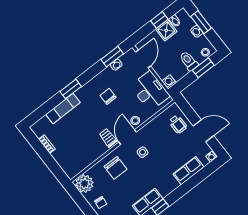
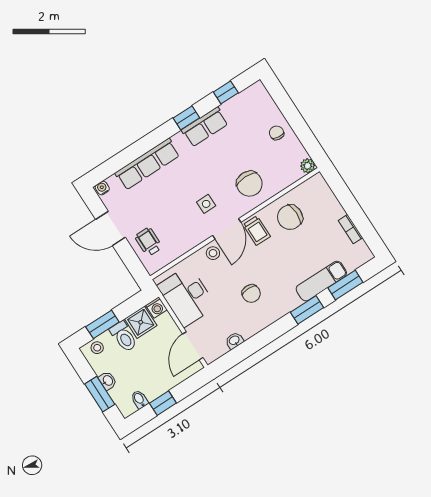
shower: (166, 30) -> (141, 322), moved
window: (112, 57) -> (345, 285), moved
chair: (87, 148) -> (290, 217), added
chair: (115, 168) -> (249, 184), turned 180
row of seats: (188, 171) -> (147, 164), width x1.48
plant: (84, 184) -> (308, 166), width x0.53, depth x0.53

